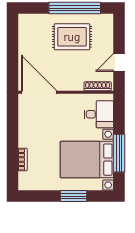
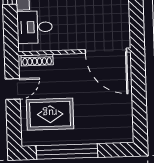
rug: (72, 37) -> (50, 114), moved

